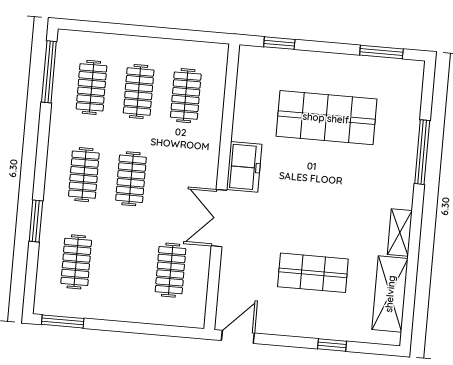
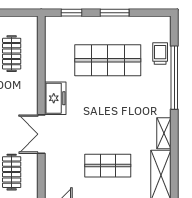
window: (381, 52) -> (115, 13), moved
trolley: (405, 115) -> (160, 54), added
window: (422, 152) -> (174, 78), width x1.46

